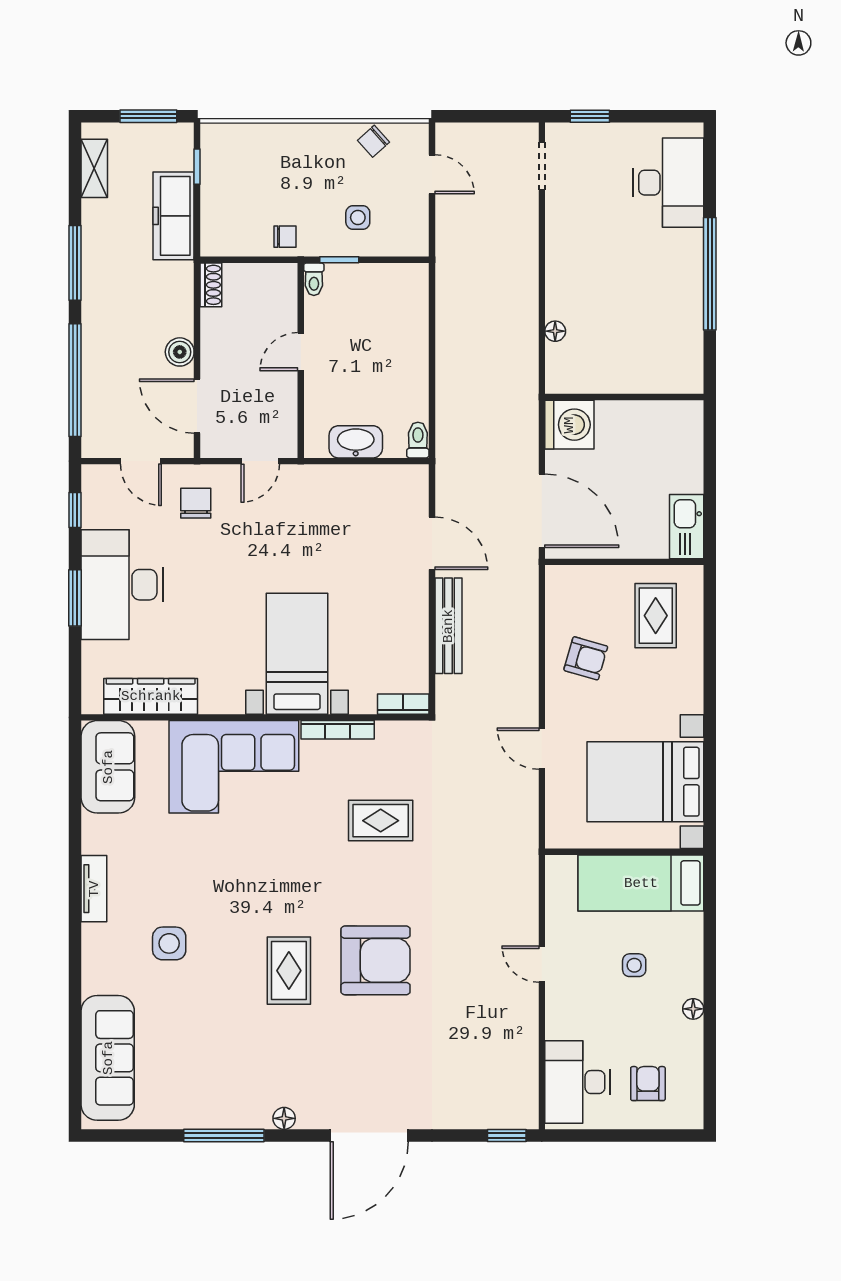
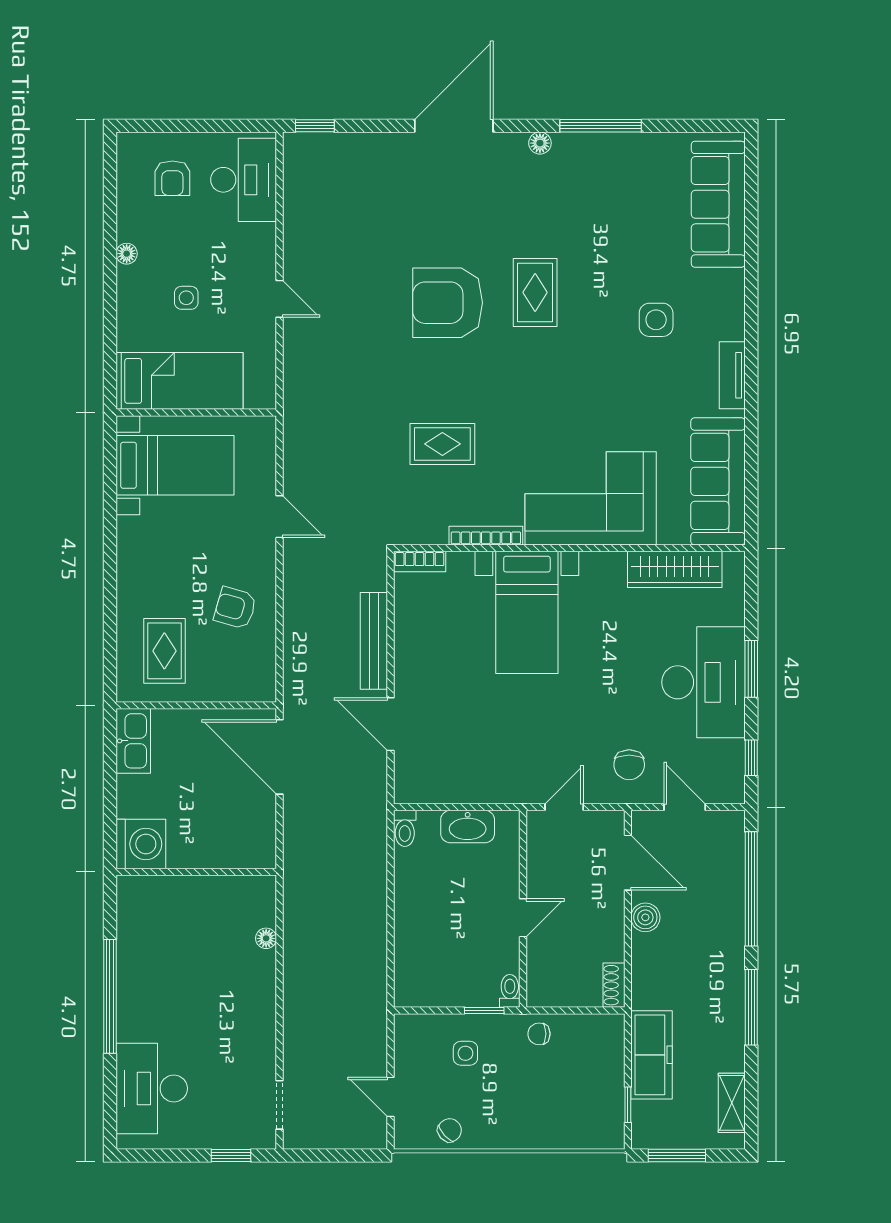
washing machine: (569, 425) -> (141, 844), moved, turned 180
sofa: (108, 767) -> (718, 481), width x1.36
bed with nightstands: (645, 782) -> (175, 465), width x0.73

